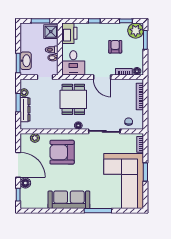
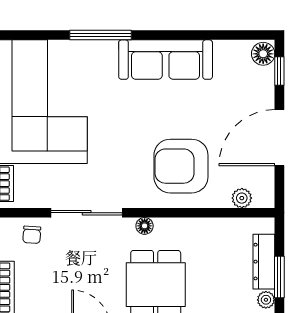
armchair: (62, 152) -> (181, 166), turned 180
door: (18, 165) -> (279, 138), hinge flipped
floor lamp: (25, 183) -> (263, 54), moved

